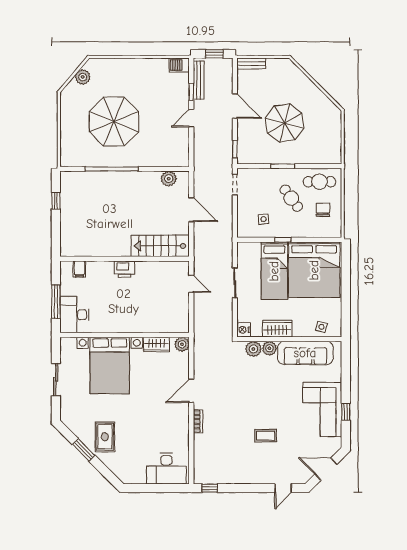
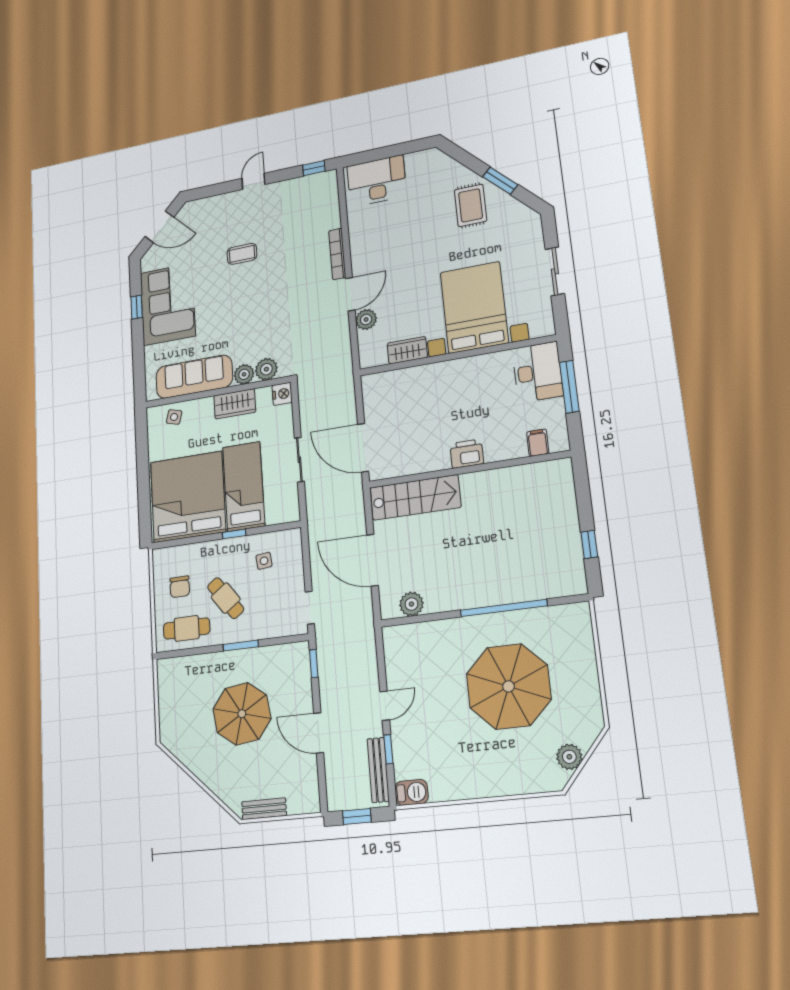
bench: (251, 63) -> (264, 809), moved
door: (191, 210) -> (373, 560), width x1.36
door: (191, 284) -> (363, 448), width x1.88
plant: (182, 344) -> (366, 320), moved
bookcase: (198, 421) -> (337, 254), width x1.56
door: (283, 488) -> (253, 181), moved

